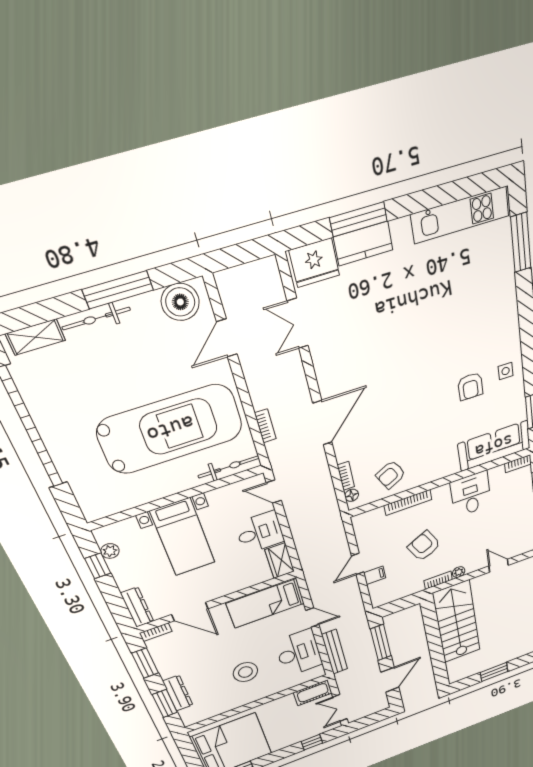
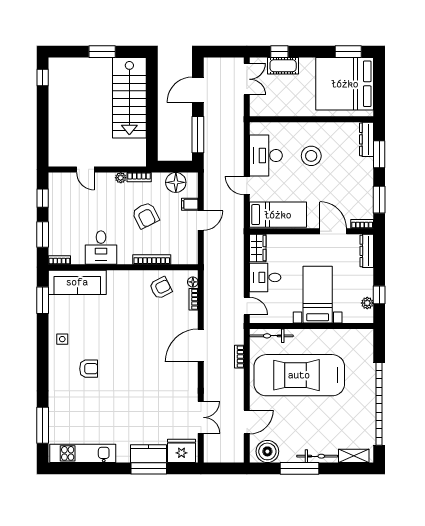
armchair: (470, 386) -> (89, 369), moved, turned 90
floor lamp: (396, 590) -> (176, 182), added
stairs: (457, 622) -> (129, 98), moved
bench: (335, 652) -> (238, 143), removed
dresser: (178, 693) -> (367, 139), moved
cot: (313, 693) -> (283, 66), moved

